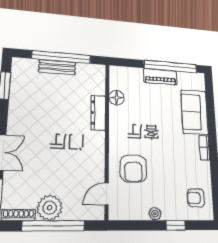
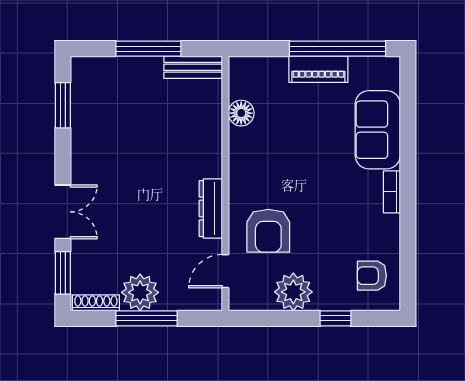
window: (61, 57) -> (148, 49), width x0.68
bench: (57, 67) -> (193, 67), moved
dresser: (98, 113) -> (211, 209), moved
plant: (155, 214) -> (293, 292), width x1.88, depth x1.88
window: (54, 226) -> (147, 318), width x0.68

